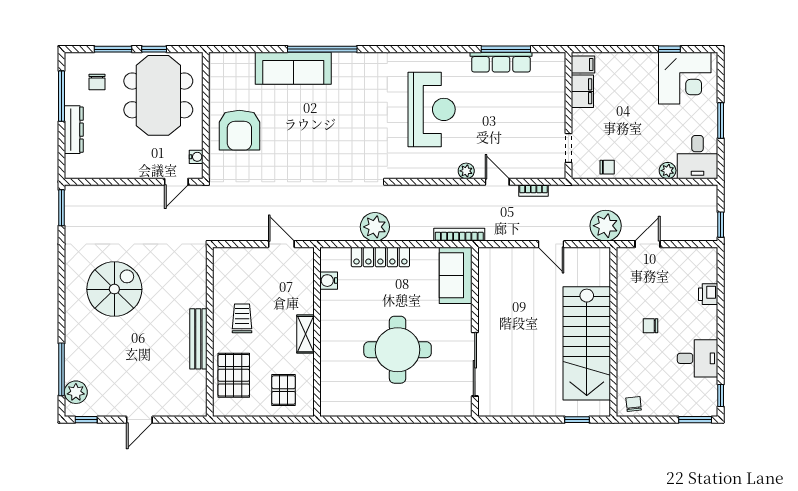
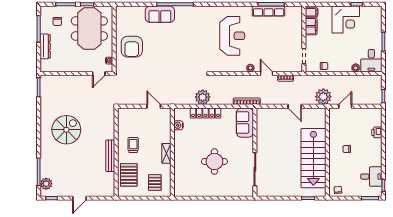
sofa: (293, 68) -> (160, 14), width x0.73
corner desk: (685, 78) -> (346, 19), moved
round table: (398, 350) -> (214, 161), width x0.73, depth x0.73
desk: (698, 358) -> (371, 177), moved

